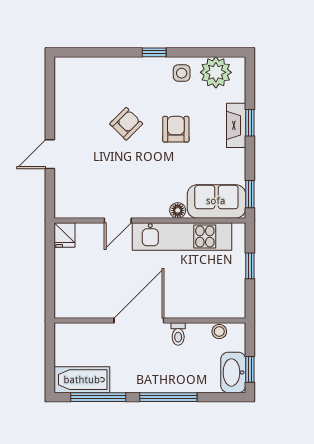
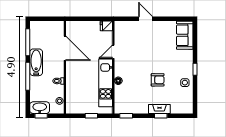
plant: (216, 72) -> (185, 99), removed
armchair: (126, 124) -> (160, 56), removed
sofa: (216, 201) -> (185, 35), moved, turned 180
door: (118, 220) -> (113, 52), hinge flipped
door: (139, 320) -> (65, 48), moved
bathtub: (82, 380) -> (36, 62), moved

